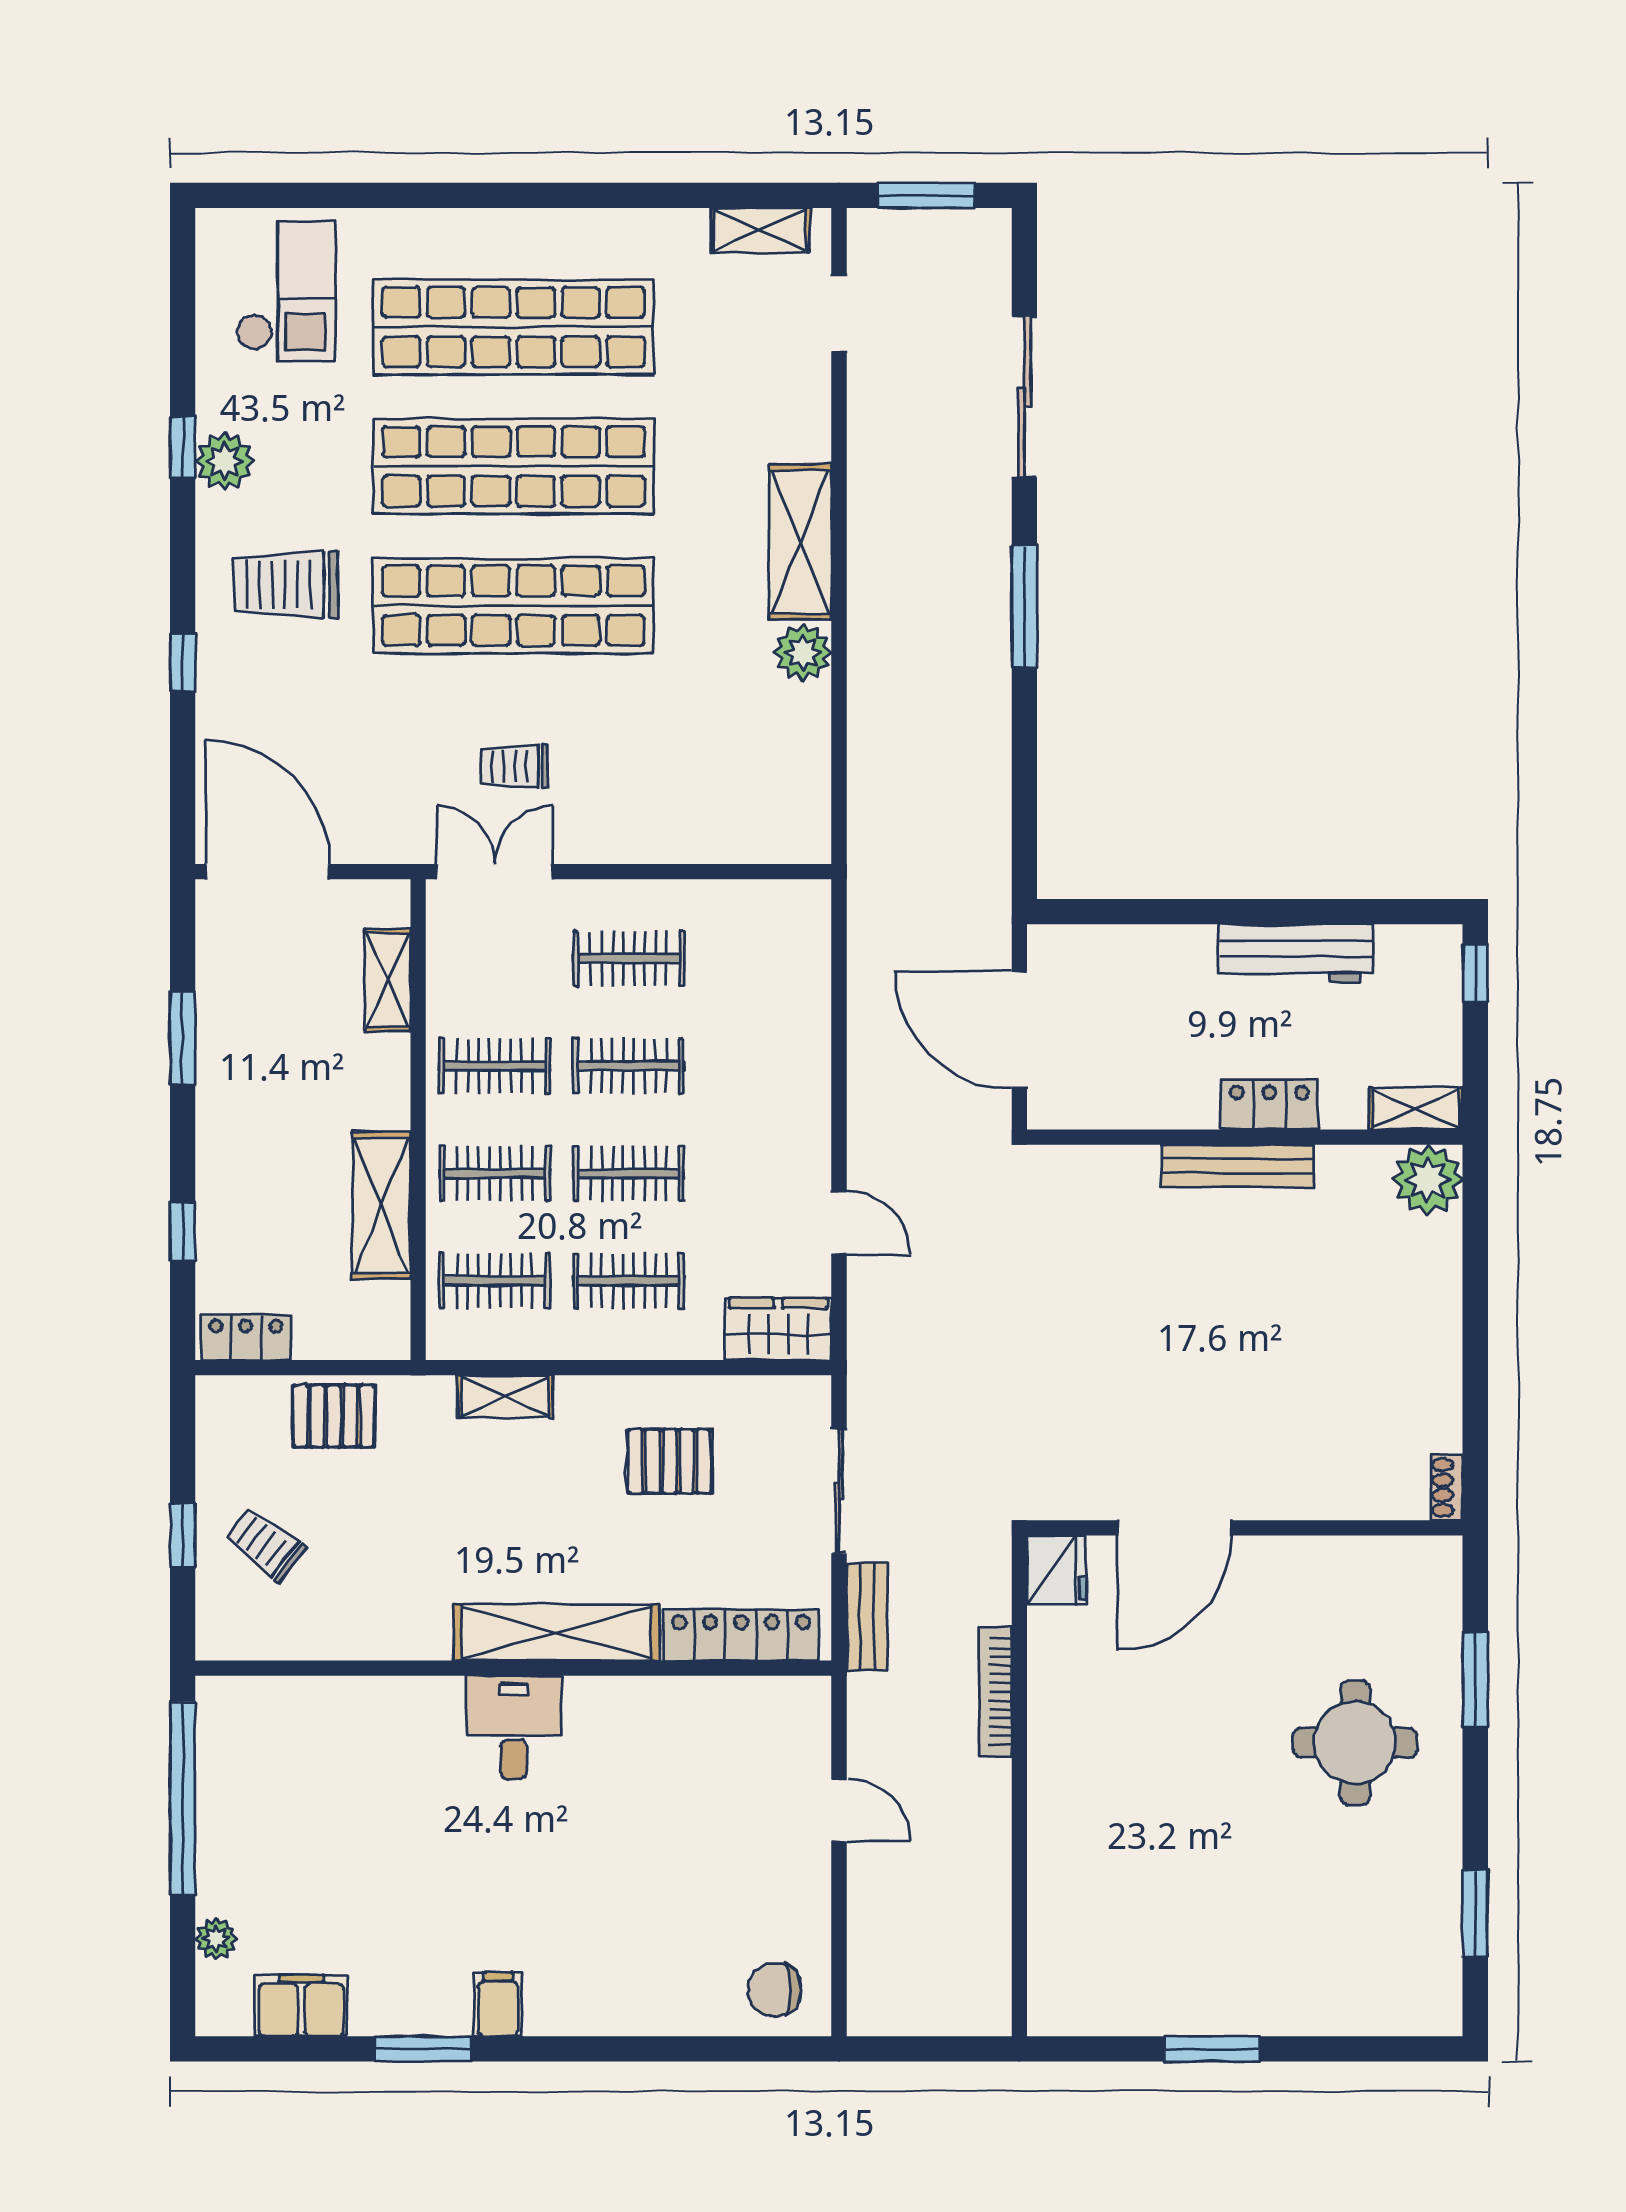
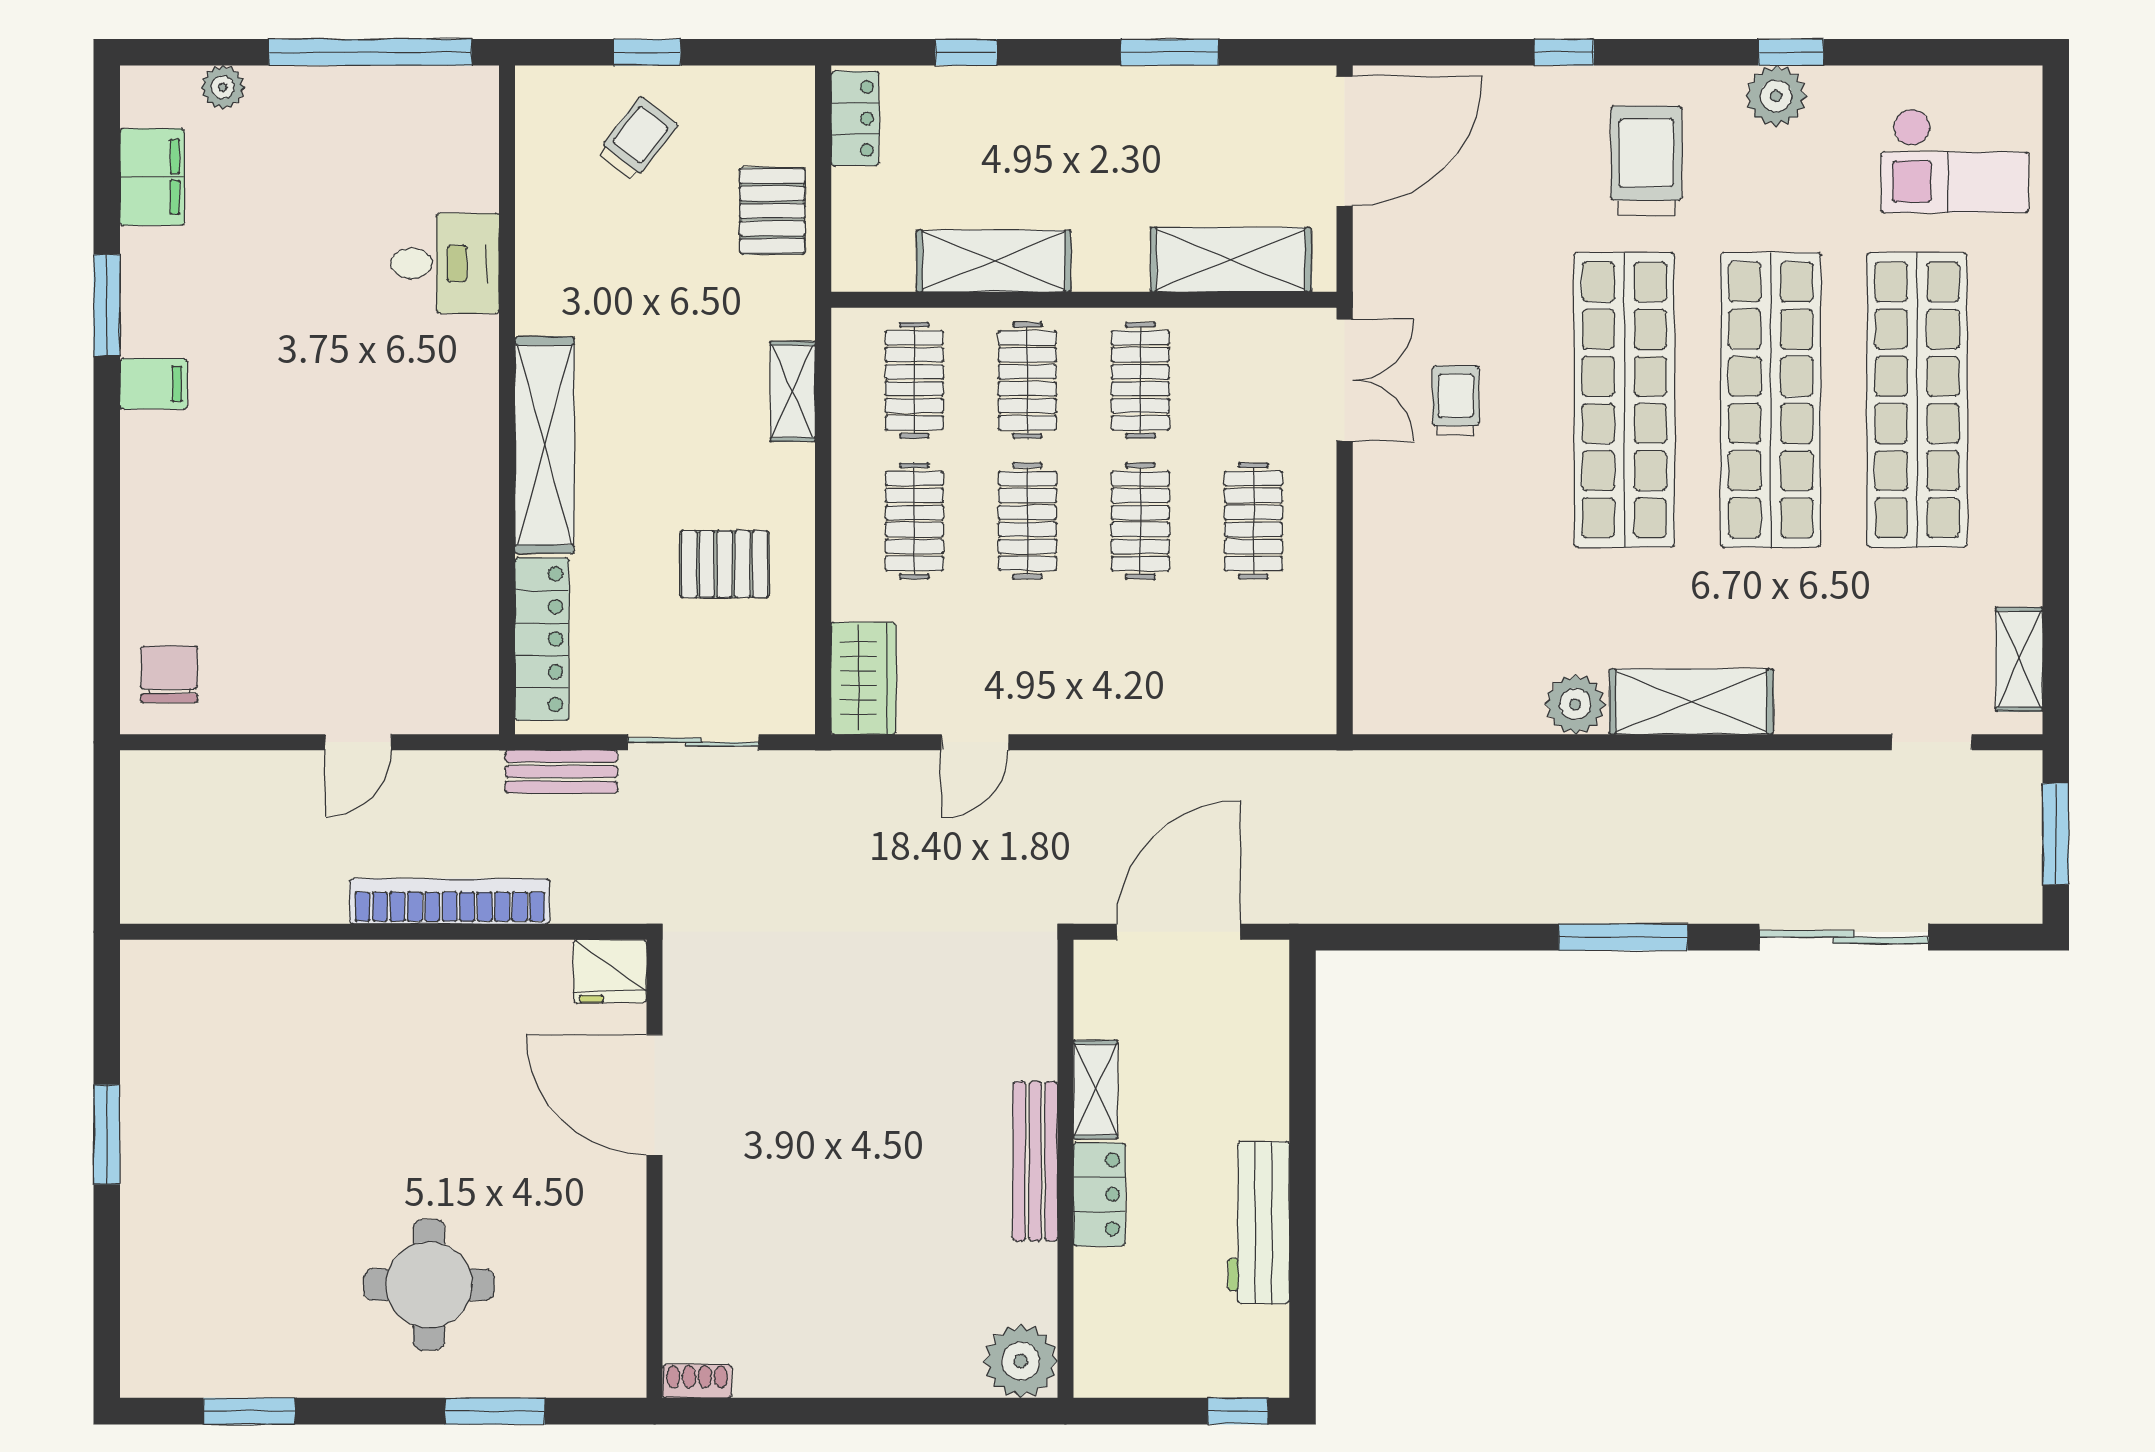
shelving: (388, 980) -> (1231, 260), width x1.50, depth x1.33
shelving: (1416, 1109) -> (1095, 1089), moved
pallet: (670, 1461) -> (725, 564), turned 90
bookcase: (995, 1692) -> (450, 901), width x1.48, depth x1.31
desk: (514, 1727) -> (445, 263), moved

